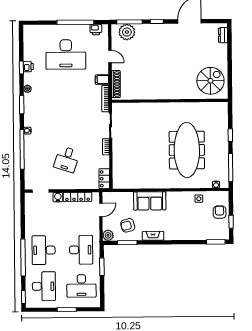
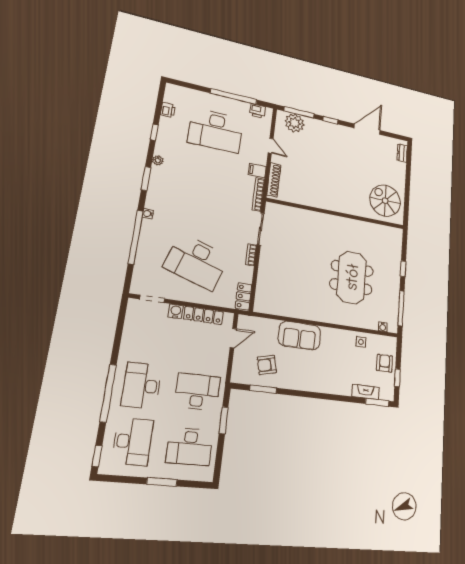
printer: (28, 67) -> (168, 110), moved
spiral stairs: (210, 81) -> (385, 201), turned -90
meeting table: (187, 150) -> (352, 277), width x0.73
desk: (67, 159) -> (196, 262), width x1.87, depth x1.30
plant: (108, 235) -> (238, 375), removed
fireplace: (153, 236) -> (366, 392), moved
desk: (81, 250) -> (197, 392), turned -90

